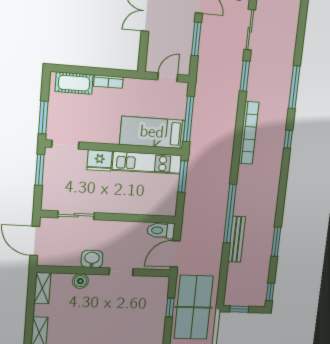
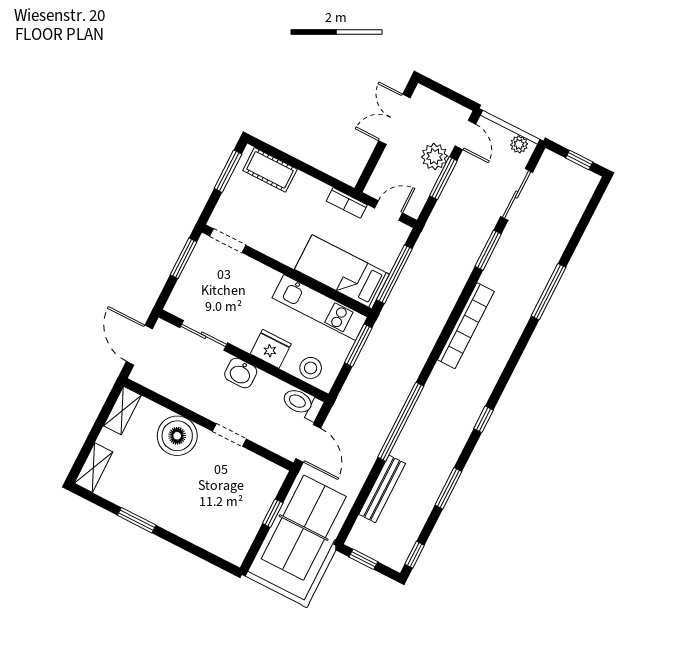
plant: (184, 26) -> (434, 157), added
bookcase: (108, 82) -> (347, 203), moved
window: (43, 117) -> (228, 171), moved
window: (288, 139) -> (483, 419), moved
fridge: (100, 160) -> (271, 349), moved, turned 180
stool: (157, 205) -> (311, 368), added
bench: (237, 239) -> (382, 489), moved
door: (175, 254) -> (308, 443), swing flipped
washbasin: (92, 259) -> (241, 373), moved, turned 180
boiler: (80, 281) -> (177, 436), width x1.86, depth x1.86

